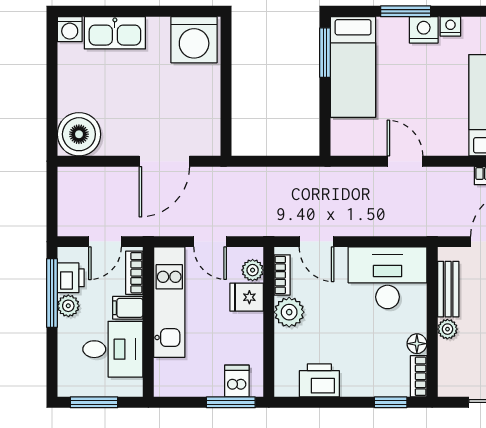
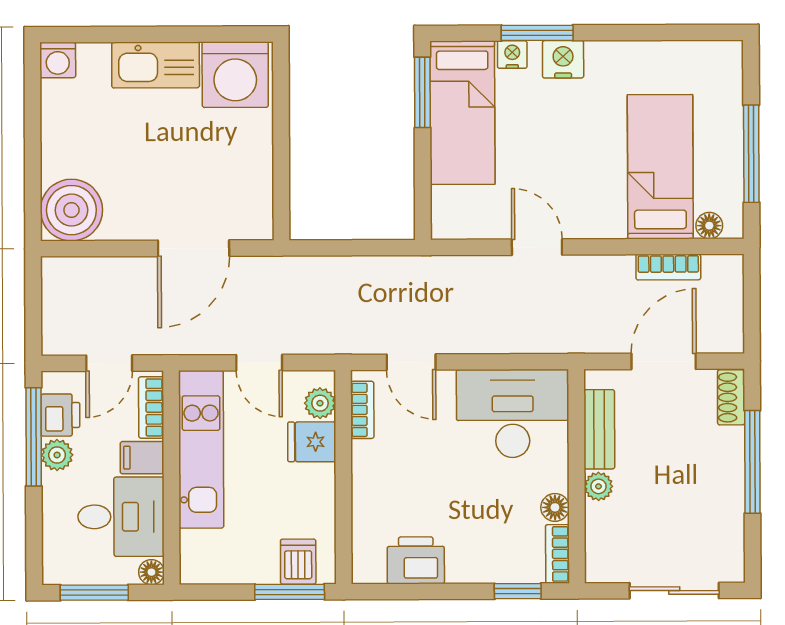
nightstand: (450, 26) -> (512, 55), moved
kitchen sink: (115, 33) -> (156, 65), moved
plant: (289, 312) -> (372, 463), removed
floor lamp: (134, 388) -> (151, 572), added

